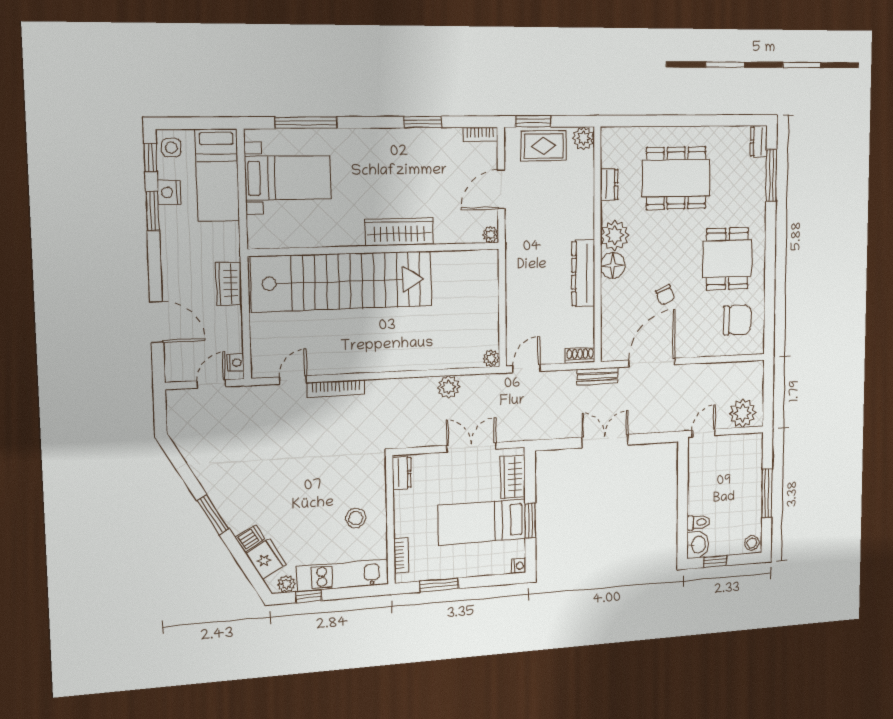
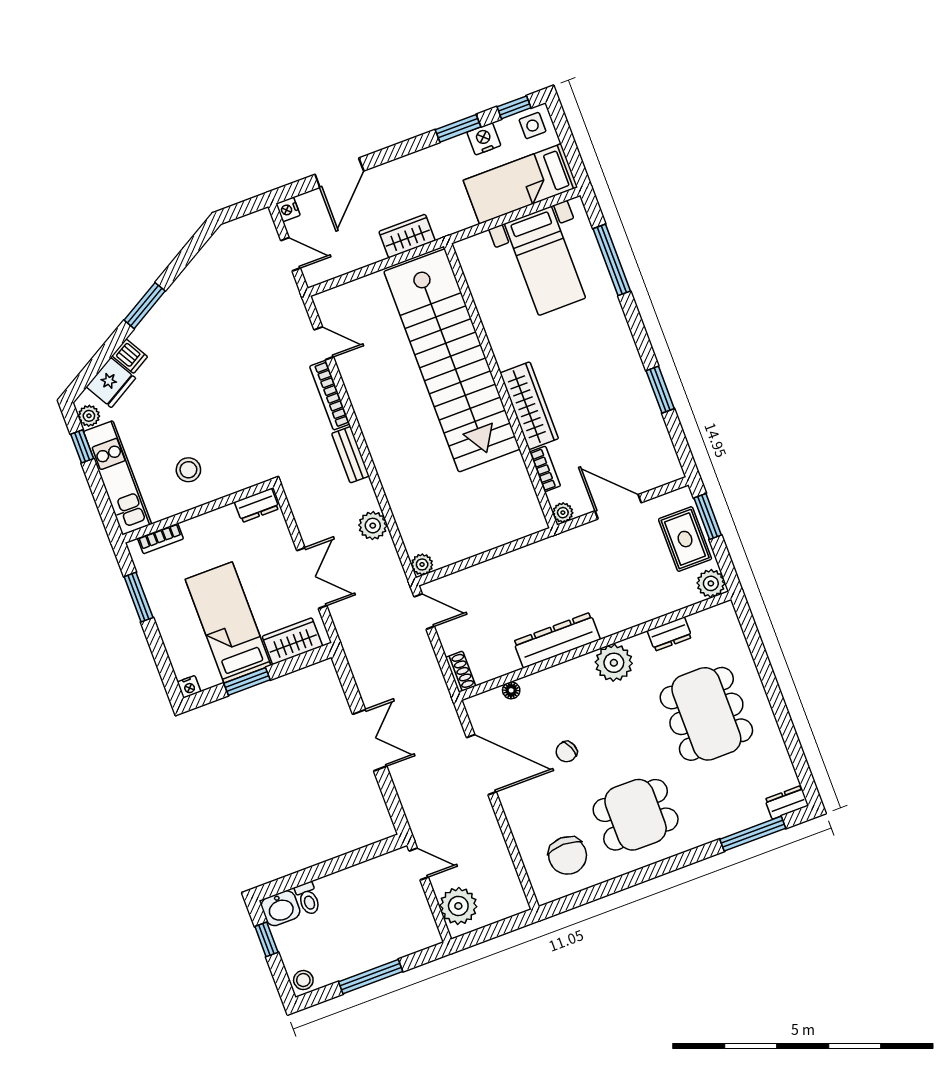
bookcase: (480, 135) -> (545, 469), moved, turned 180
floor lamp: (613, 265) -> (511, 690), moved, width x0.53, depth x0.53
nightstand: (236, 363) -> (288, 209), moved, turned 90
bench: (597, 376) -> (350, 455), moved

